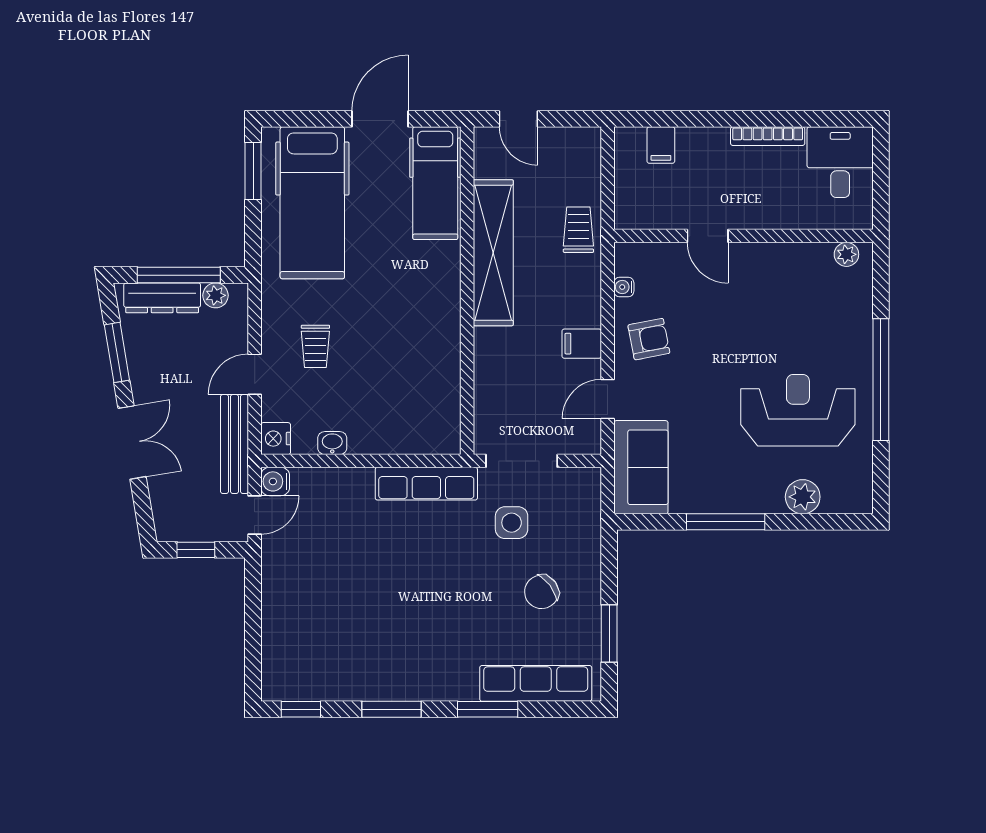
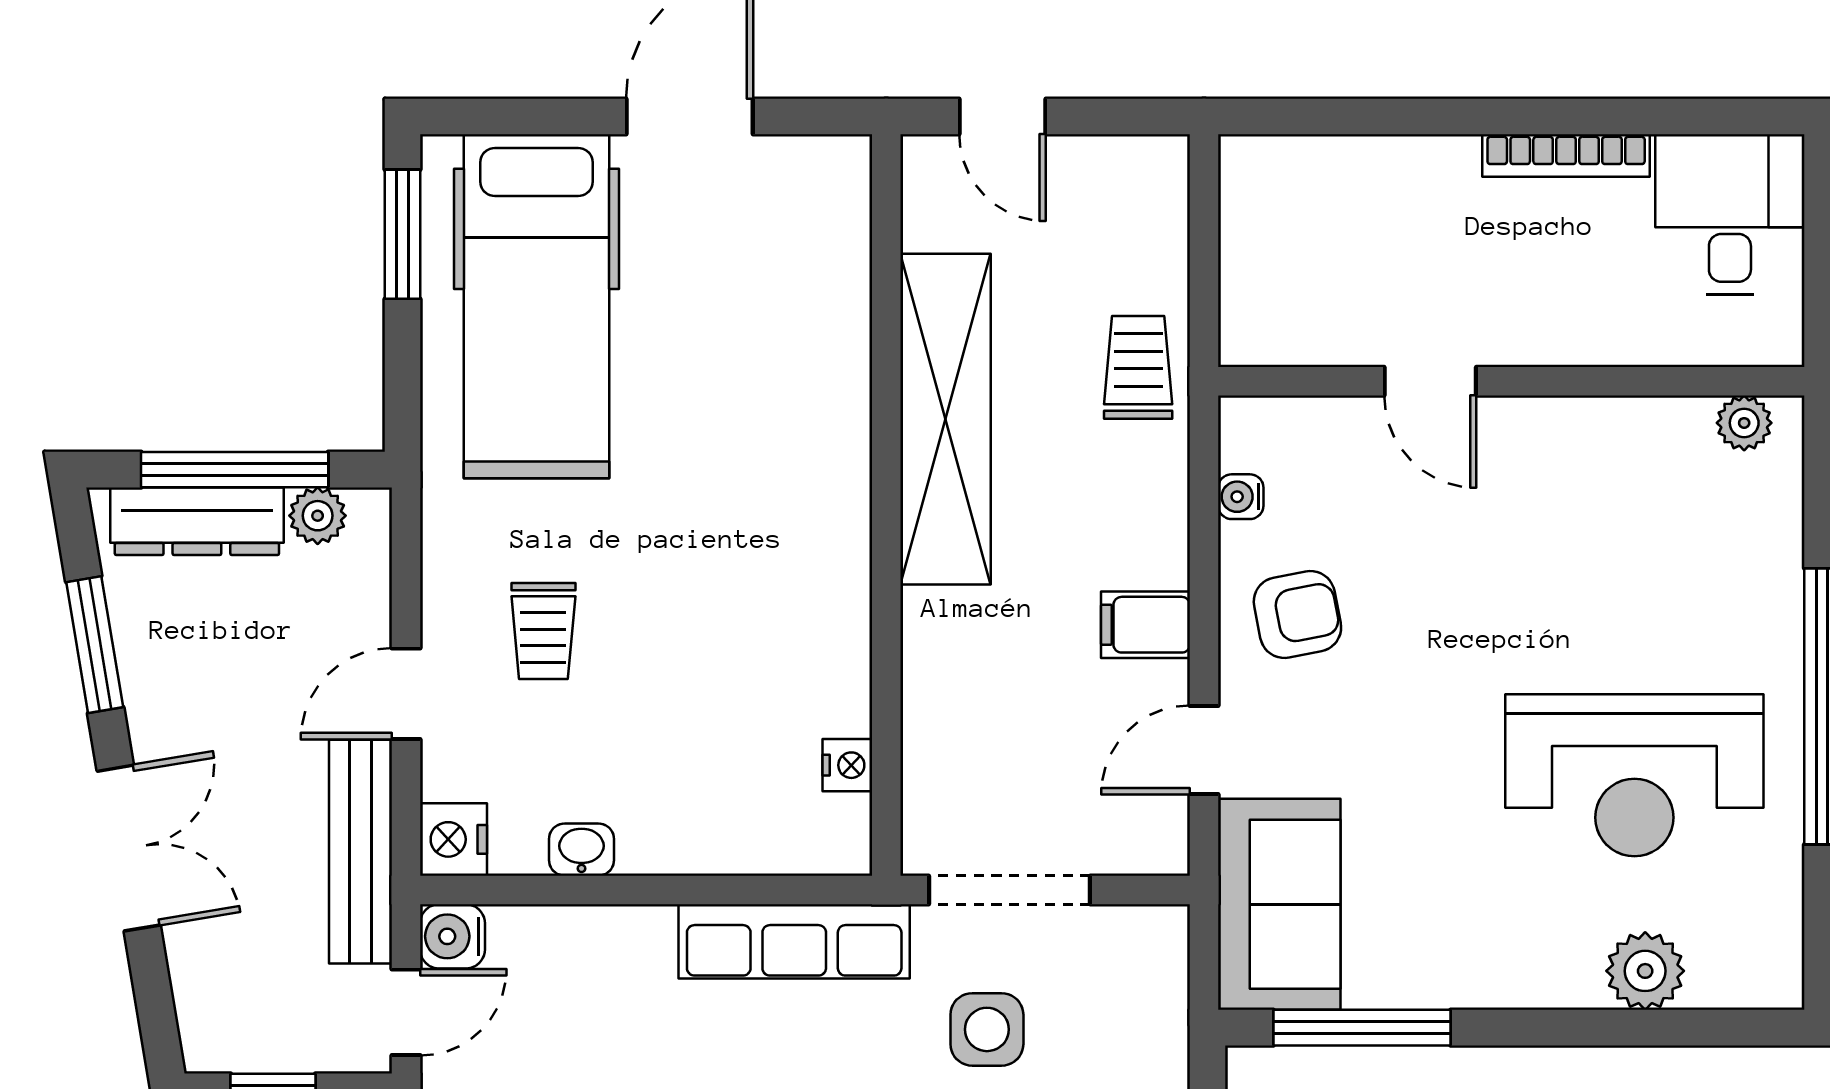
filing cabinet: (661, 145) -> (1325, 176), removed
hospital bed: (435, 183) -> (814, 262), removed
nightstand: (450, 406) -> (847, 765), added
reception desk: (798, 410) -> (1634, 775), turned 180
window: (726, 522) -> (1362, 1028), moved

